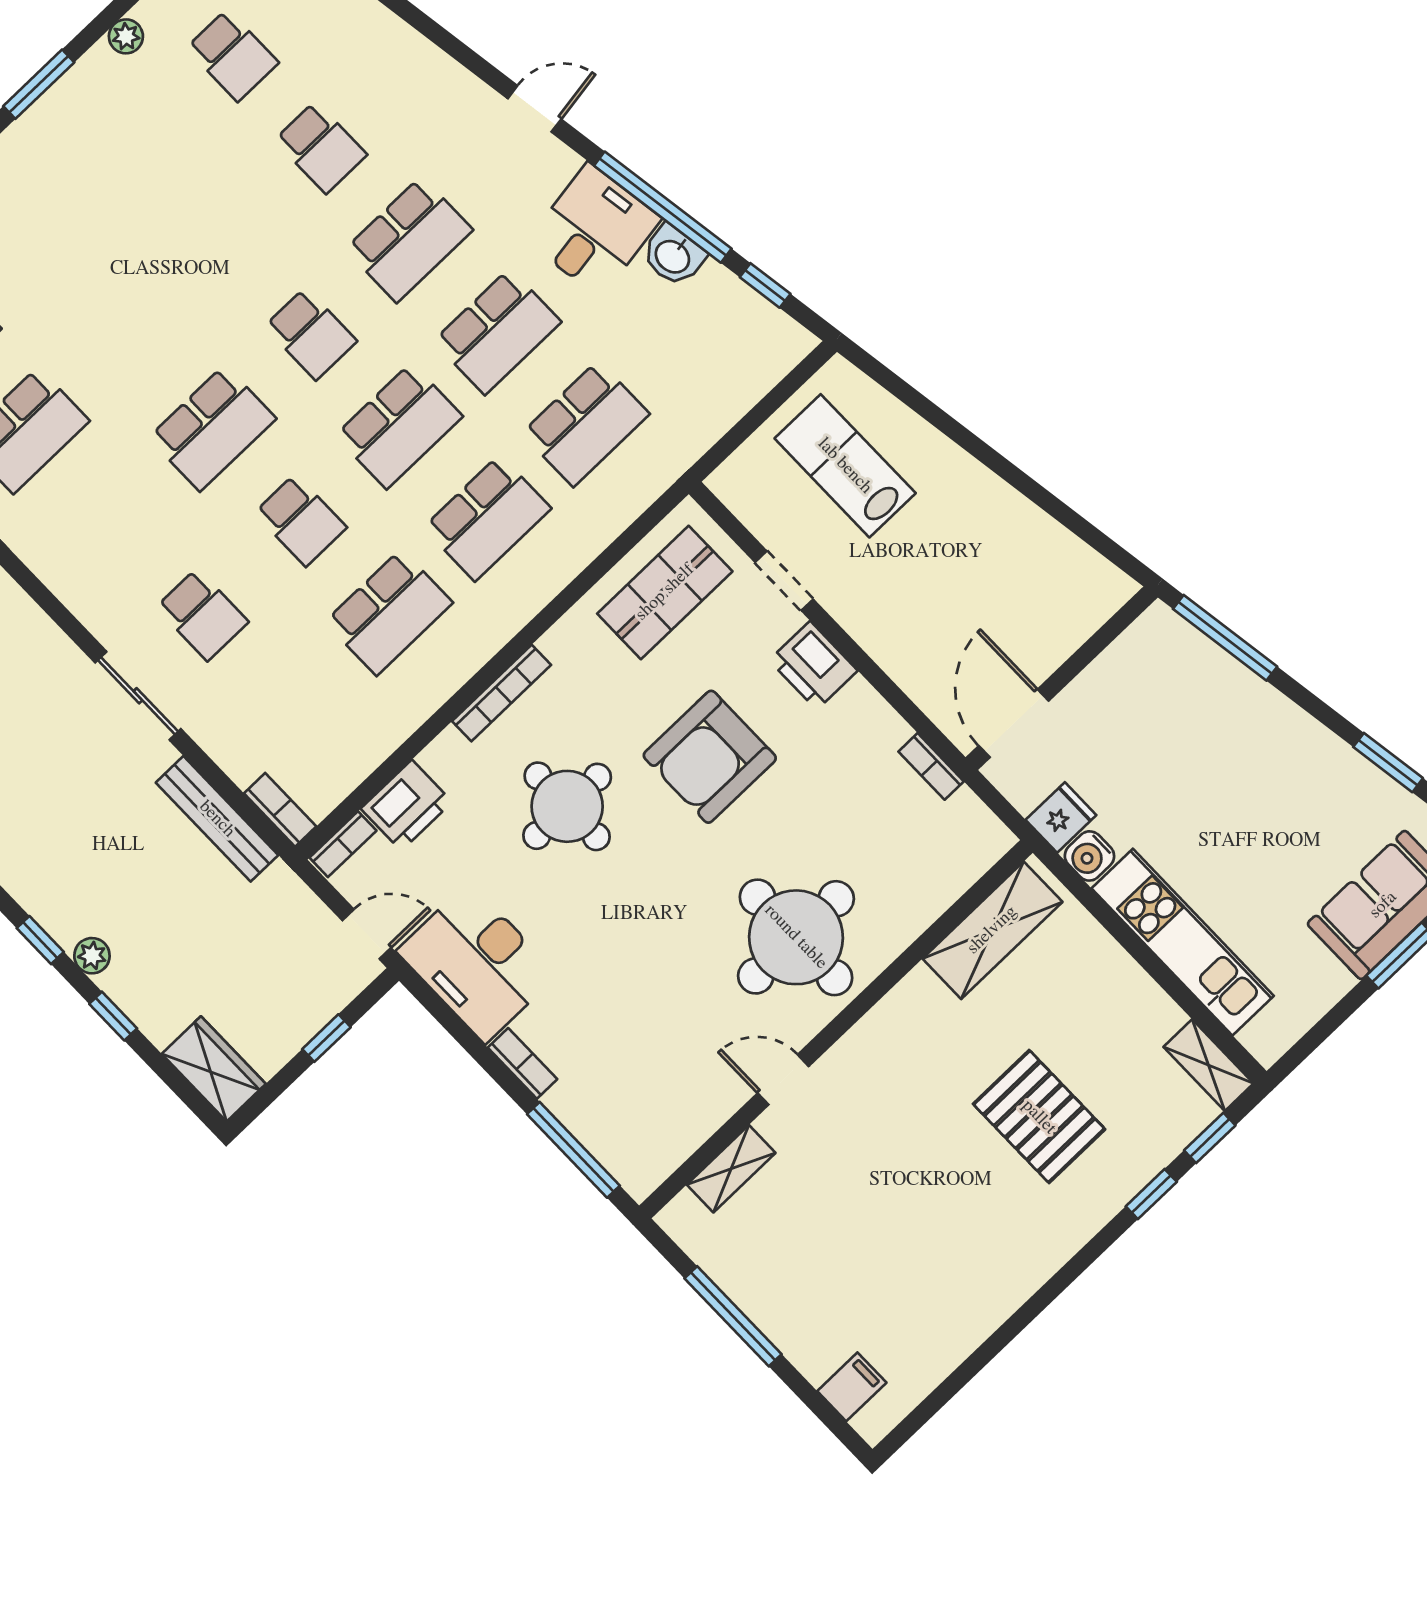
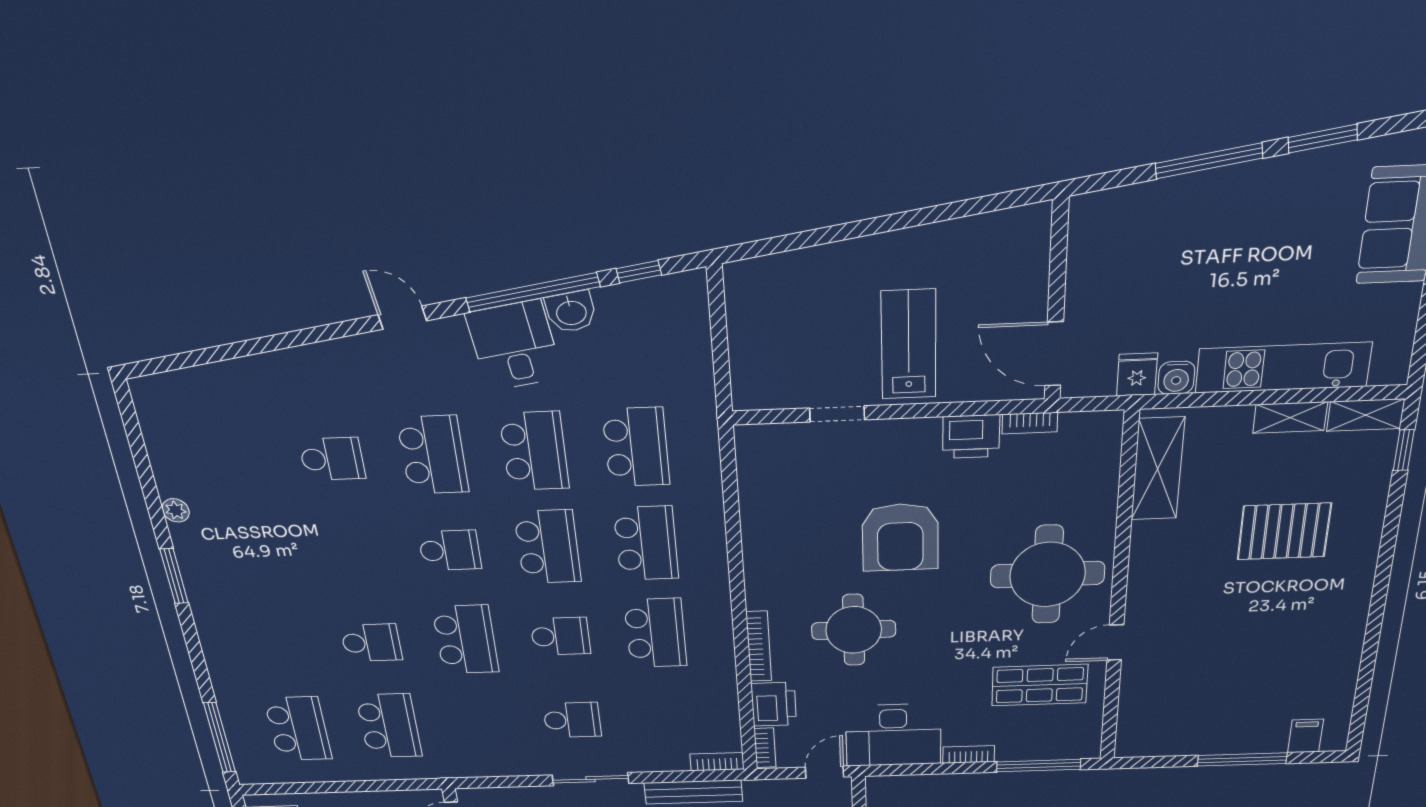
school desk: (232, 55) -> (371, 643), moved
door: (534, 109) -> (402, 318), hinge flipped
lab bench: (845, 466) -> (909, 345), moved, turned 90
shop shelf: (665, 592) -> (1040, 685), moved, turned 90
window: (1225, 638) -> (1209, 161), moved
printer: (813, 665) -> (971, 437), moved
bookcase: (502, 693) -> (759, 646), moved
shelving: (731, 1169) -> (1290, 417), moved, turned 90
window: (1151, 1194) -> (1394, 508), removed
window: (733, 1316) -> (1242, 759), moved

